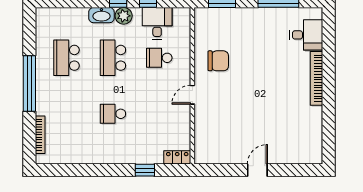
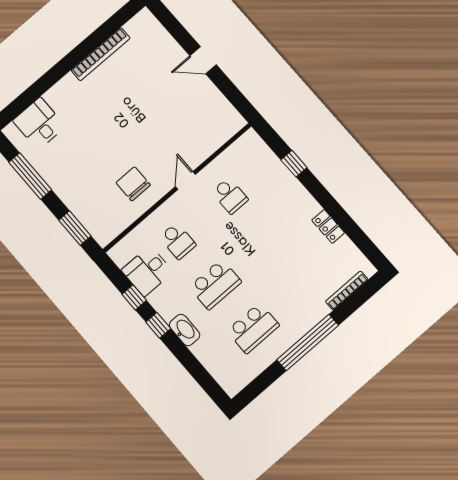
plant: (124, 16) -> (167, 308), removed
bookcase: (317, 78) -> (101, 54), moved
door: (192, 95) -> (185, 181), swing flipped
school desk: (113, 114) -> (230, 196), moved
locker: (177, 157) -> (328, 226), moved

